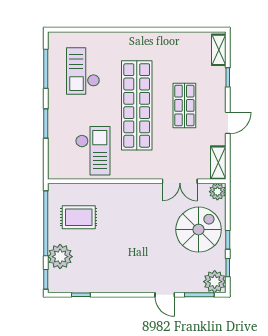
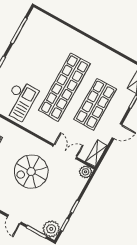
checkout: (83, 71) -> (42, 45), removed
shop shelf: (184, 105) -> (95, 104), width x1.43, depth x1.36
double door: (180, 181) -> (65, 152), swing flipped
spiral stairs: (199, 230) -> (31, 172), moved, turned 180

